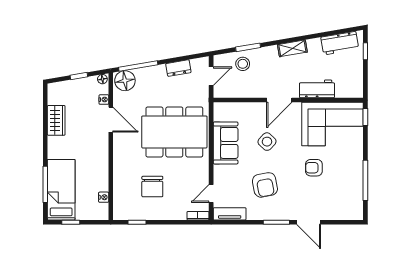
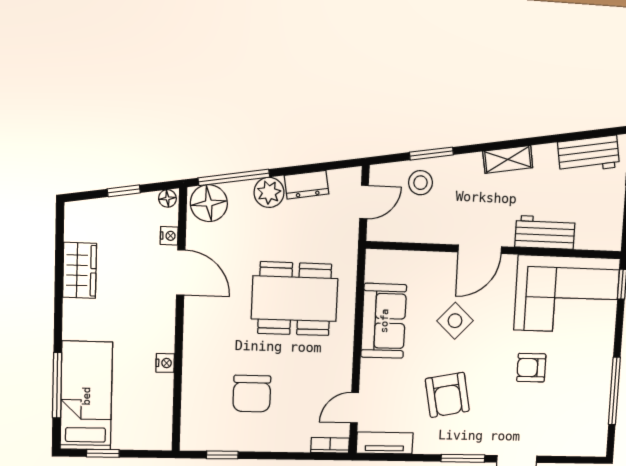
plant: (158, 73) -> (269, 192), added
dining table: (174, 132) -> (295, 299), width x0.73, depth x0.80
nightstand: (104, 197) -> (165, 363), moved

